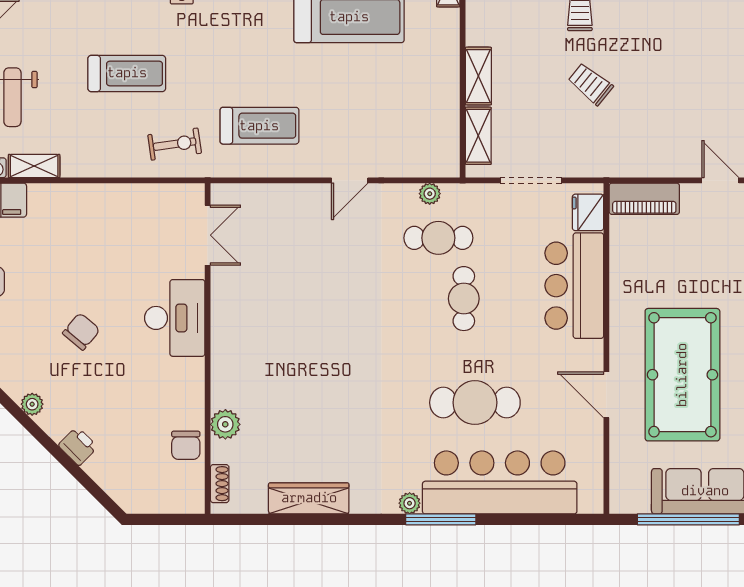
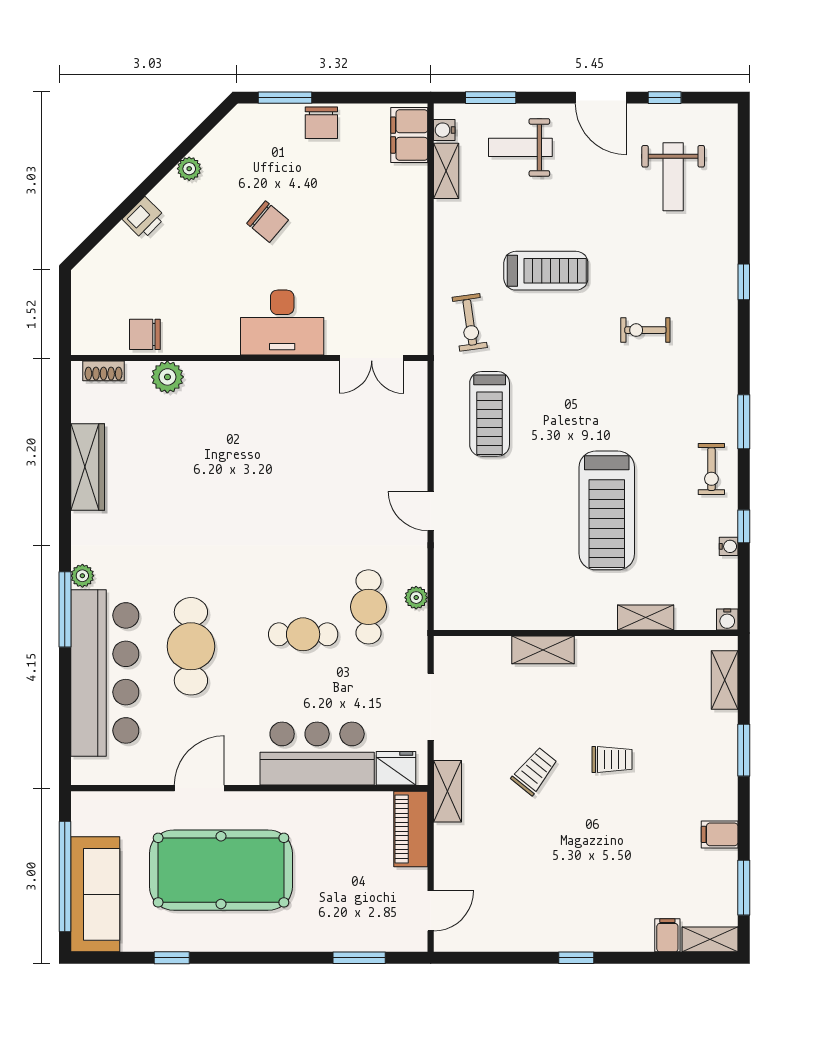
treadmill: (127, 73) -> (546, 271), turned -90
shelving: (478, 136) -> (447, 791), moved, turned 90

